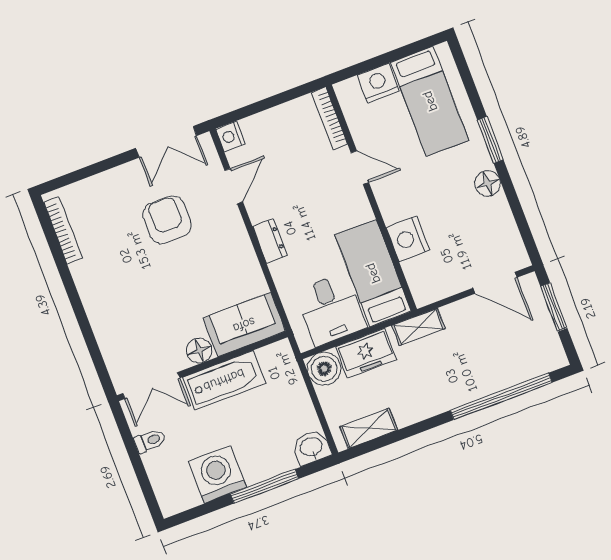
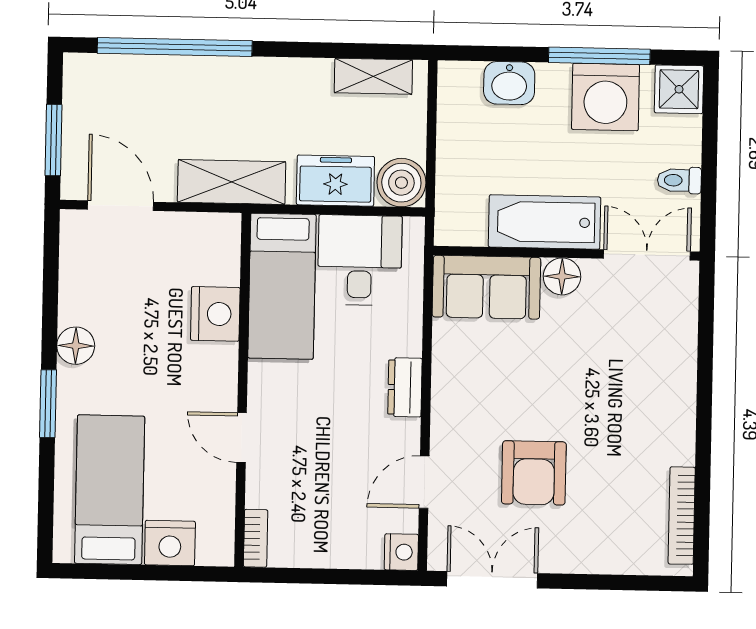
bookcase: (329, 118) -> (256, 538), width x0.64
shelving: (419, 327) -> (232, 182), width x1.50, depth x1.33
washbasin: (311, 447) -> (509, 83), moved
window: (265, 486) -> (599, 56), moved
shower: (173, 498) -> (679, 89), added

